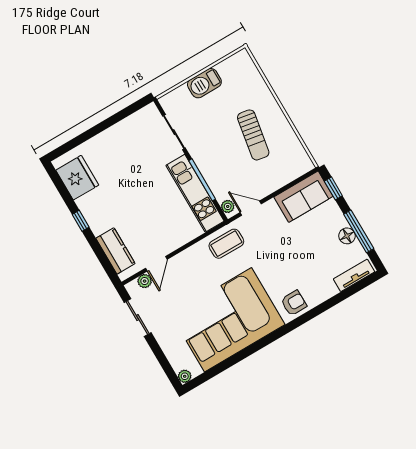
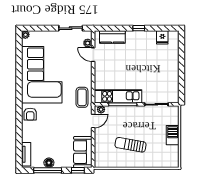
fridge: (77, 178) -> (162, 37), width x0.53, depth x0.75

